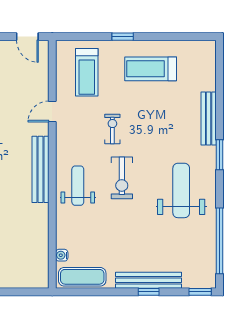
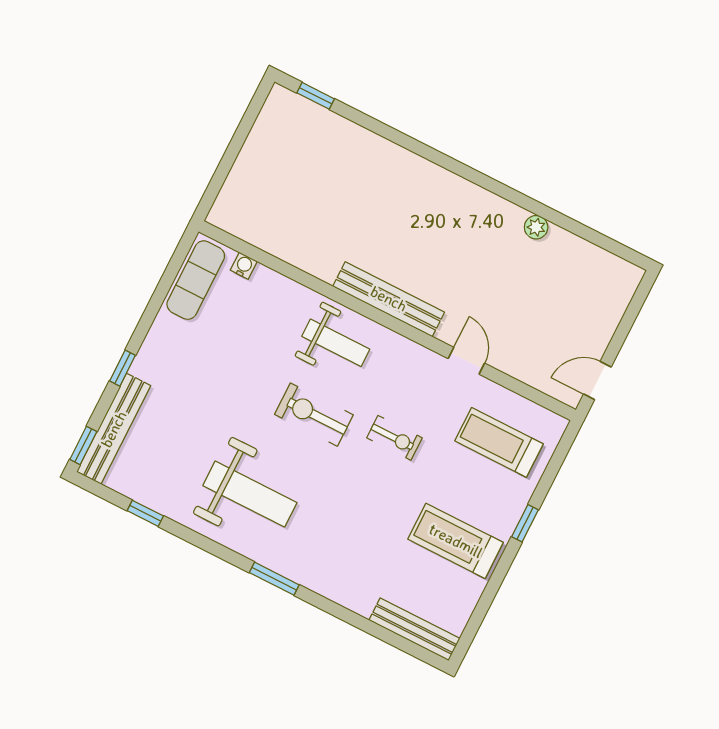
treadmill: (151, 69) -> (456, 541), turned -90
bench: (209, 118) -> (414, 629), moved
window: (220, 241) -> (145, 513), width x0.32
bench: (149, 280) -> (114, 429), moved

